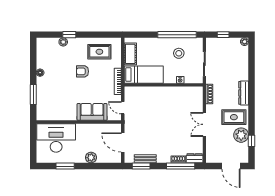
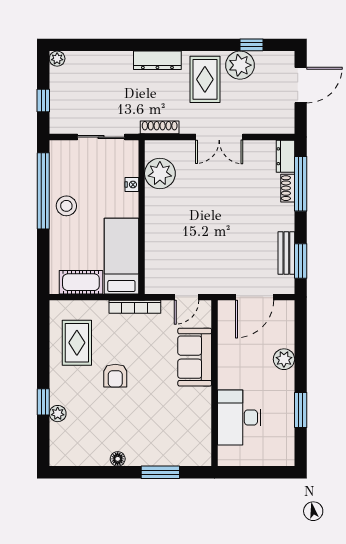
stool: (179, 53) -> (66, 206), moved
plant: (186, 94) -> (160, 173), added
desk: (56, 138) -> (239, 418), width x0.73, depth x0.77

